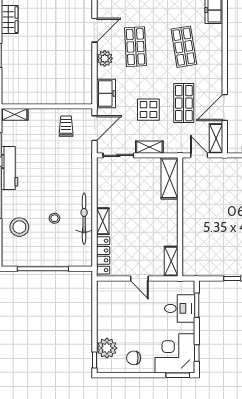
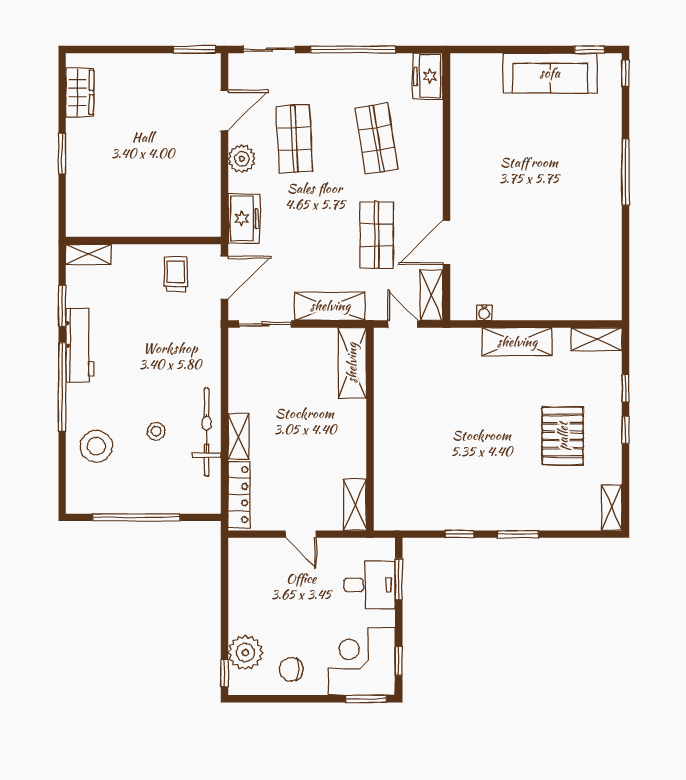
display table: (148, 110) -> (316, 246), removed
shelving: (149, 147) -> (330, 306), width x1.50, depth x1.33

